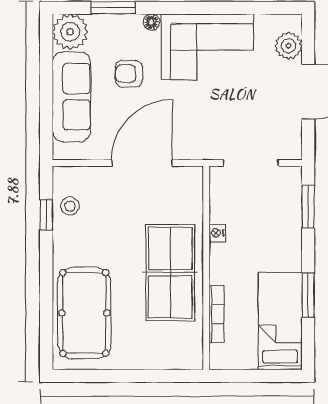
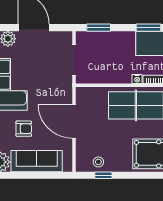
armchair: (129, 74) -> (24, 129), turned -90
nightstand: (217, 233) -> (137, 79), moved

